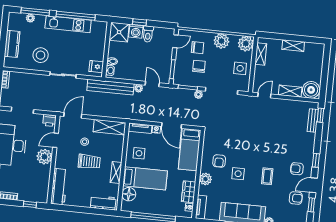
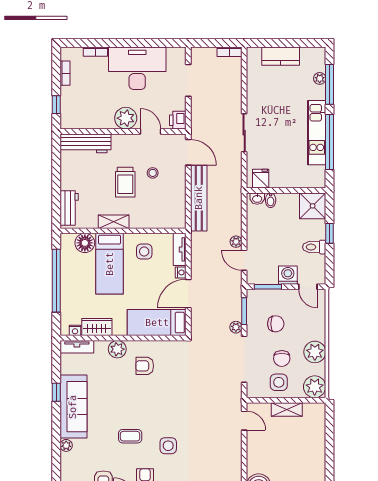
washing machine: (136, 31) -> (288, 275), moved, turned 90
shelving: (293, 46) -> (319, 454), removed
chair: (197, 48) -> (282, 358), moved
shelving: (261, 54) -> (287, 409), moved
stool: (41, 55) -> (269, 98), removed
door: (152, 84) -> (244, 260), swing flipped
bench: (110, 87) -> (199, 198), moved
shelving: (290, 91) -> (254, 456), removed
shelving: (109, 127) -> (177, 206), removed
side table: (238, 174) -> (168, 446), moved

